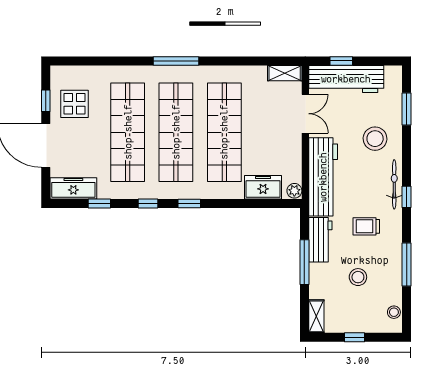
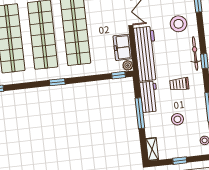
freezer: (263, 187) -> (123, 47), moved, turned -90
window: (148, 204) -> (119, 75), moved

